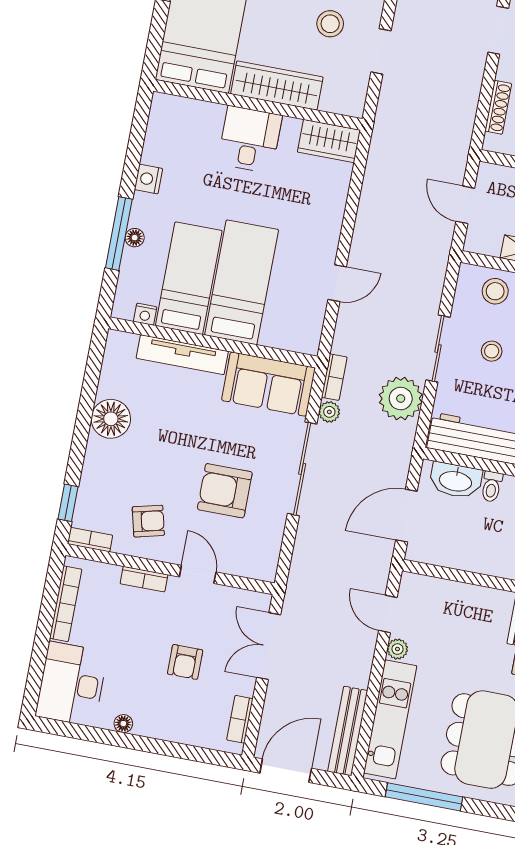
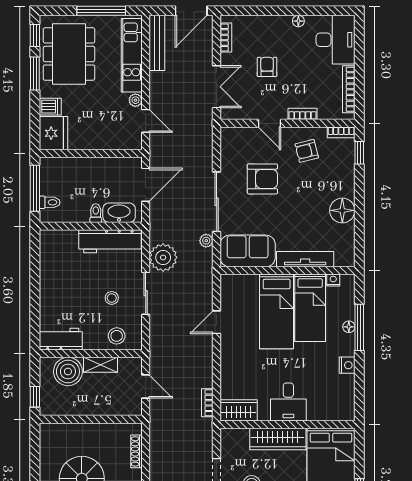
bookcase: (334, 377) -> (207, 403), moved

